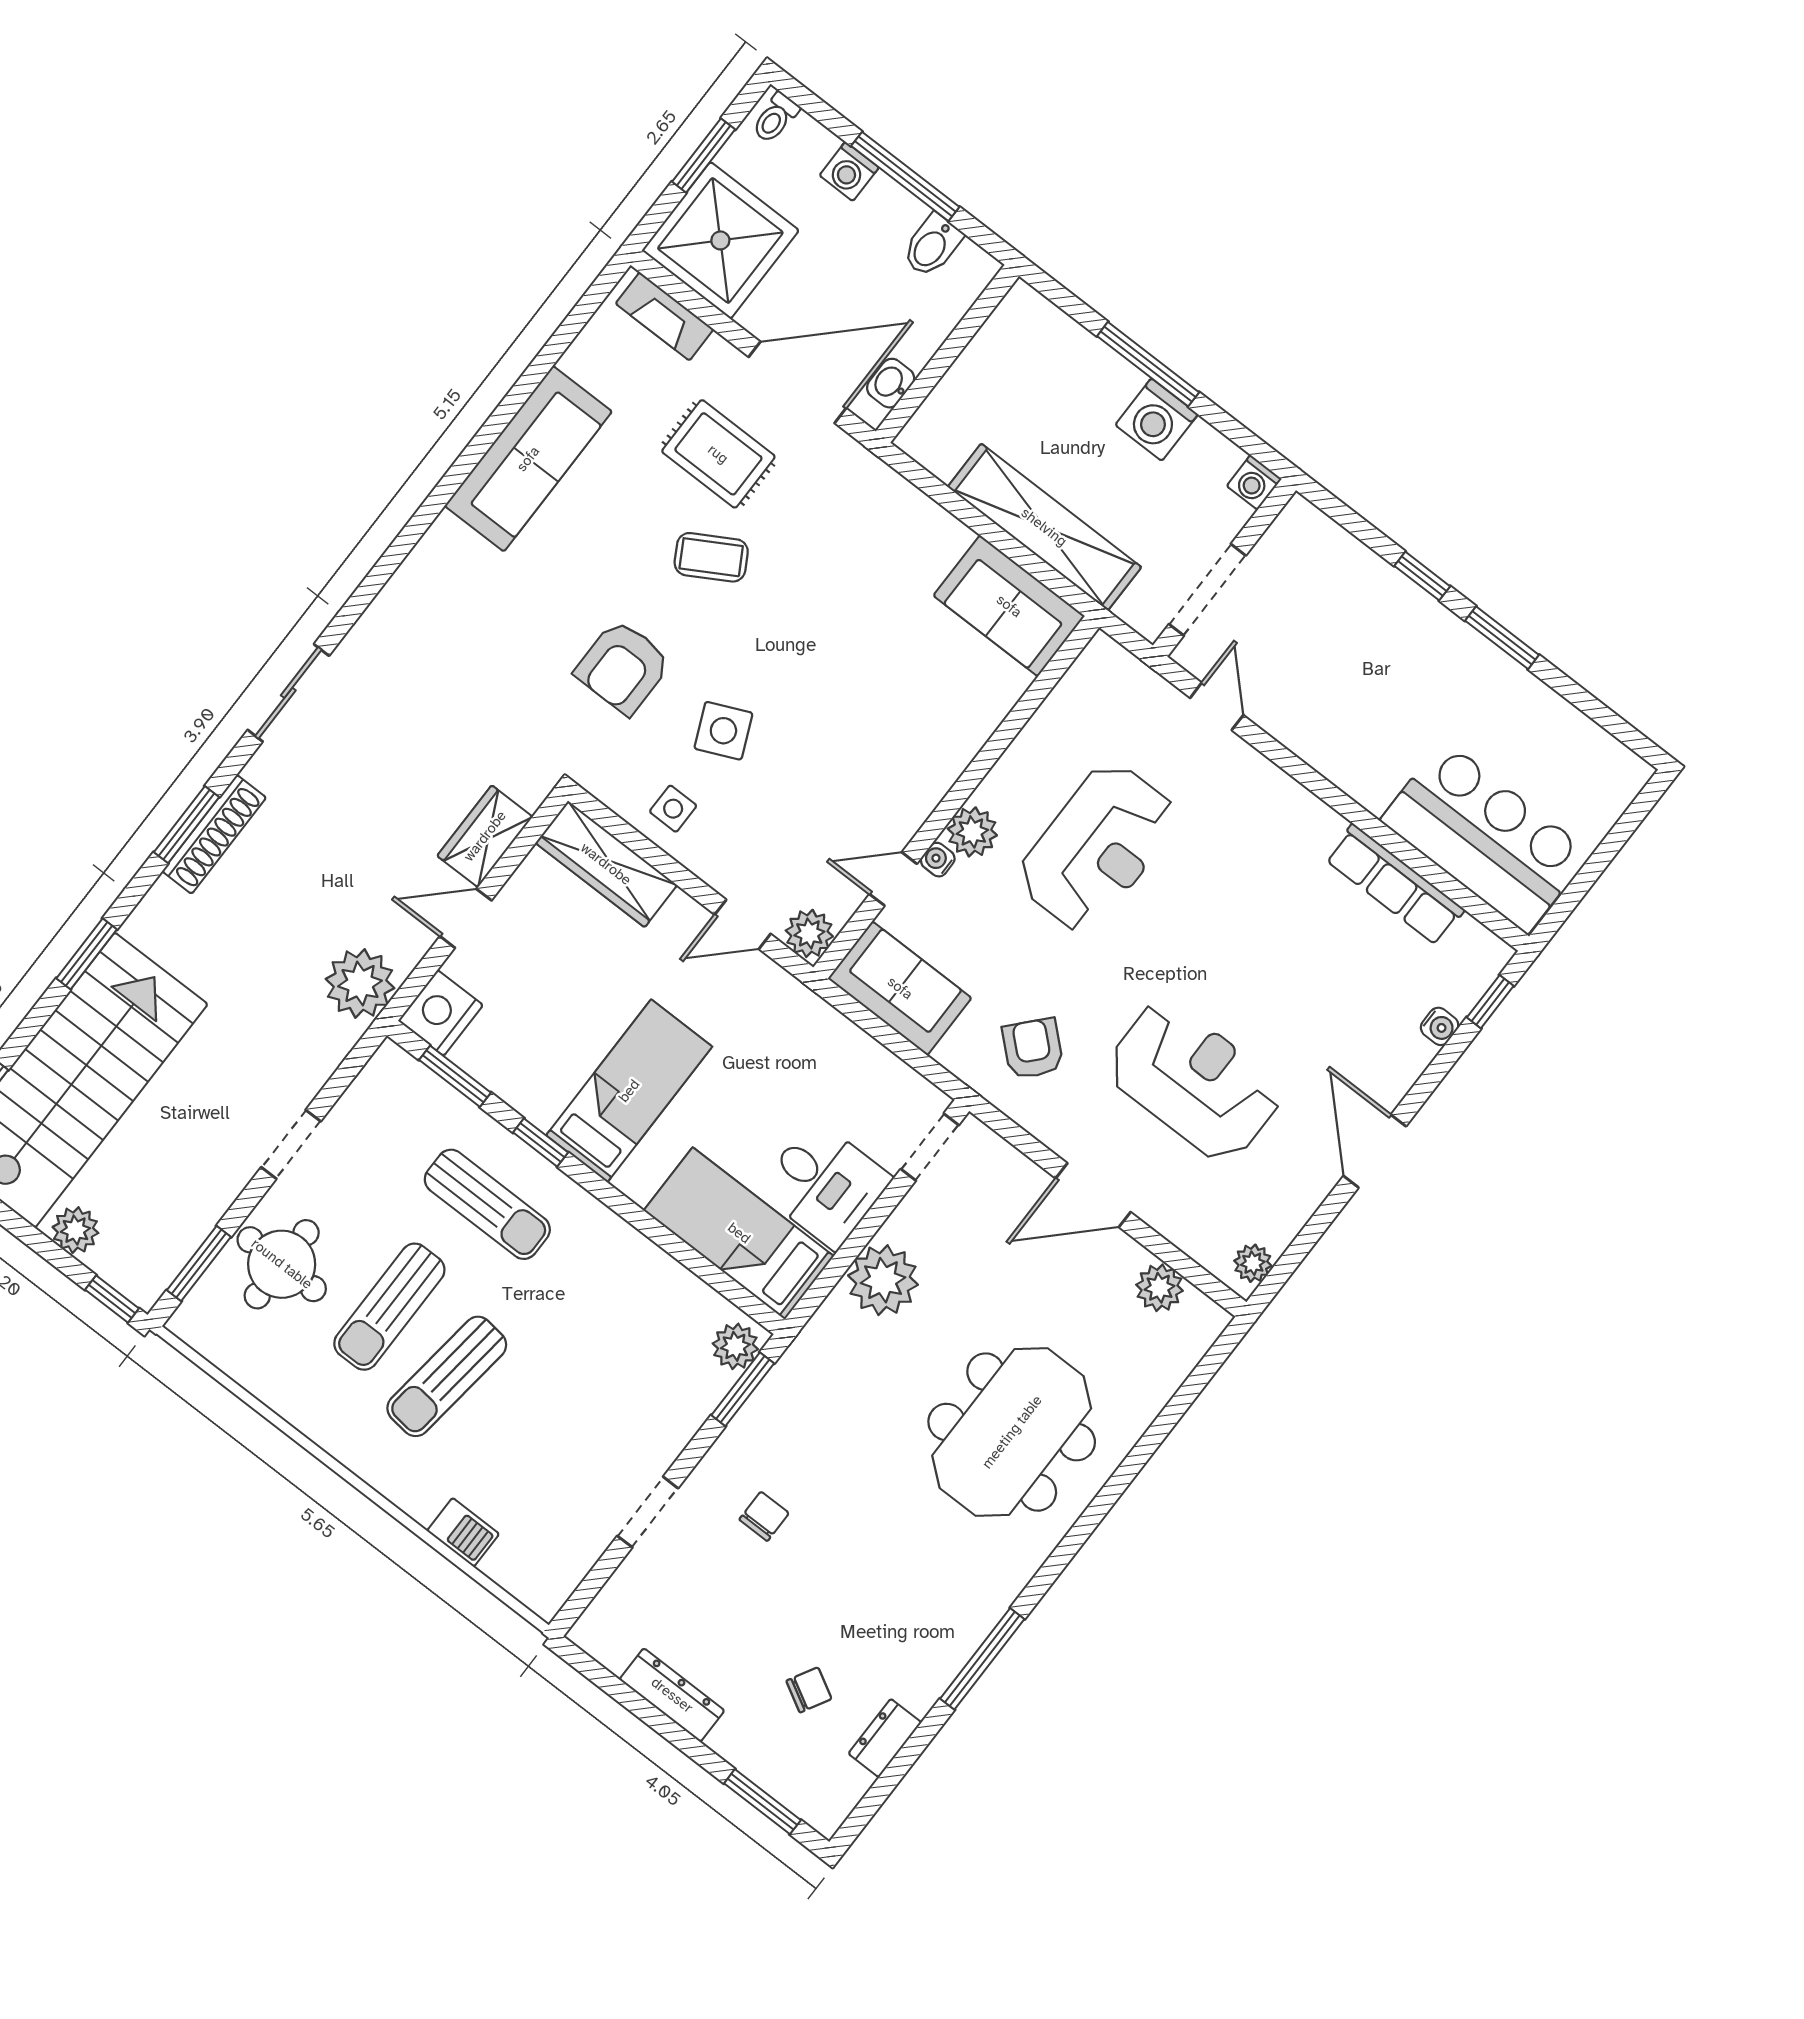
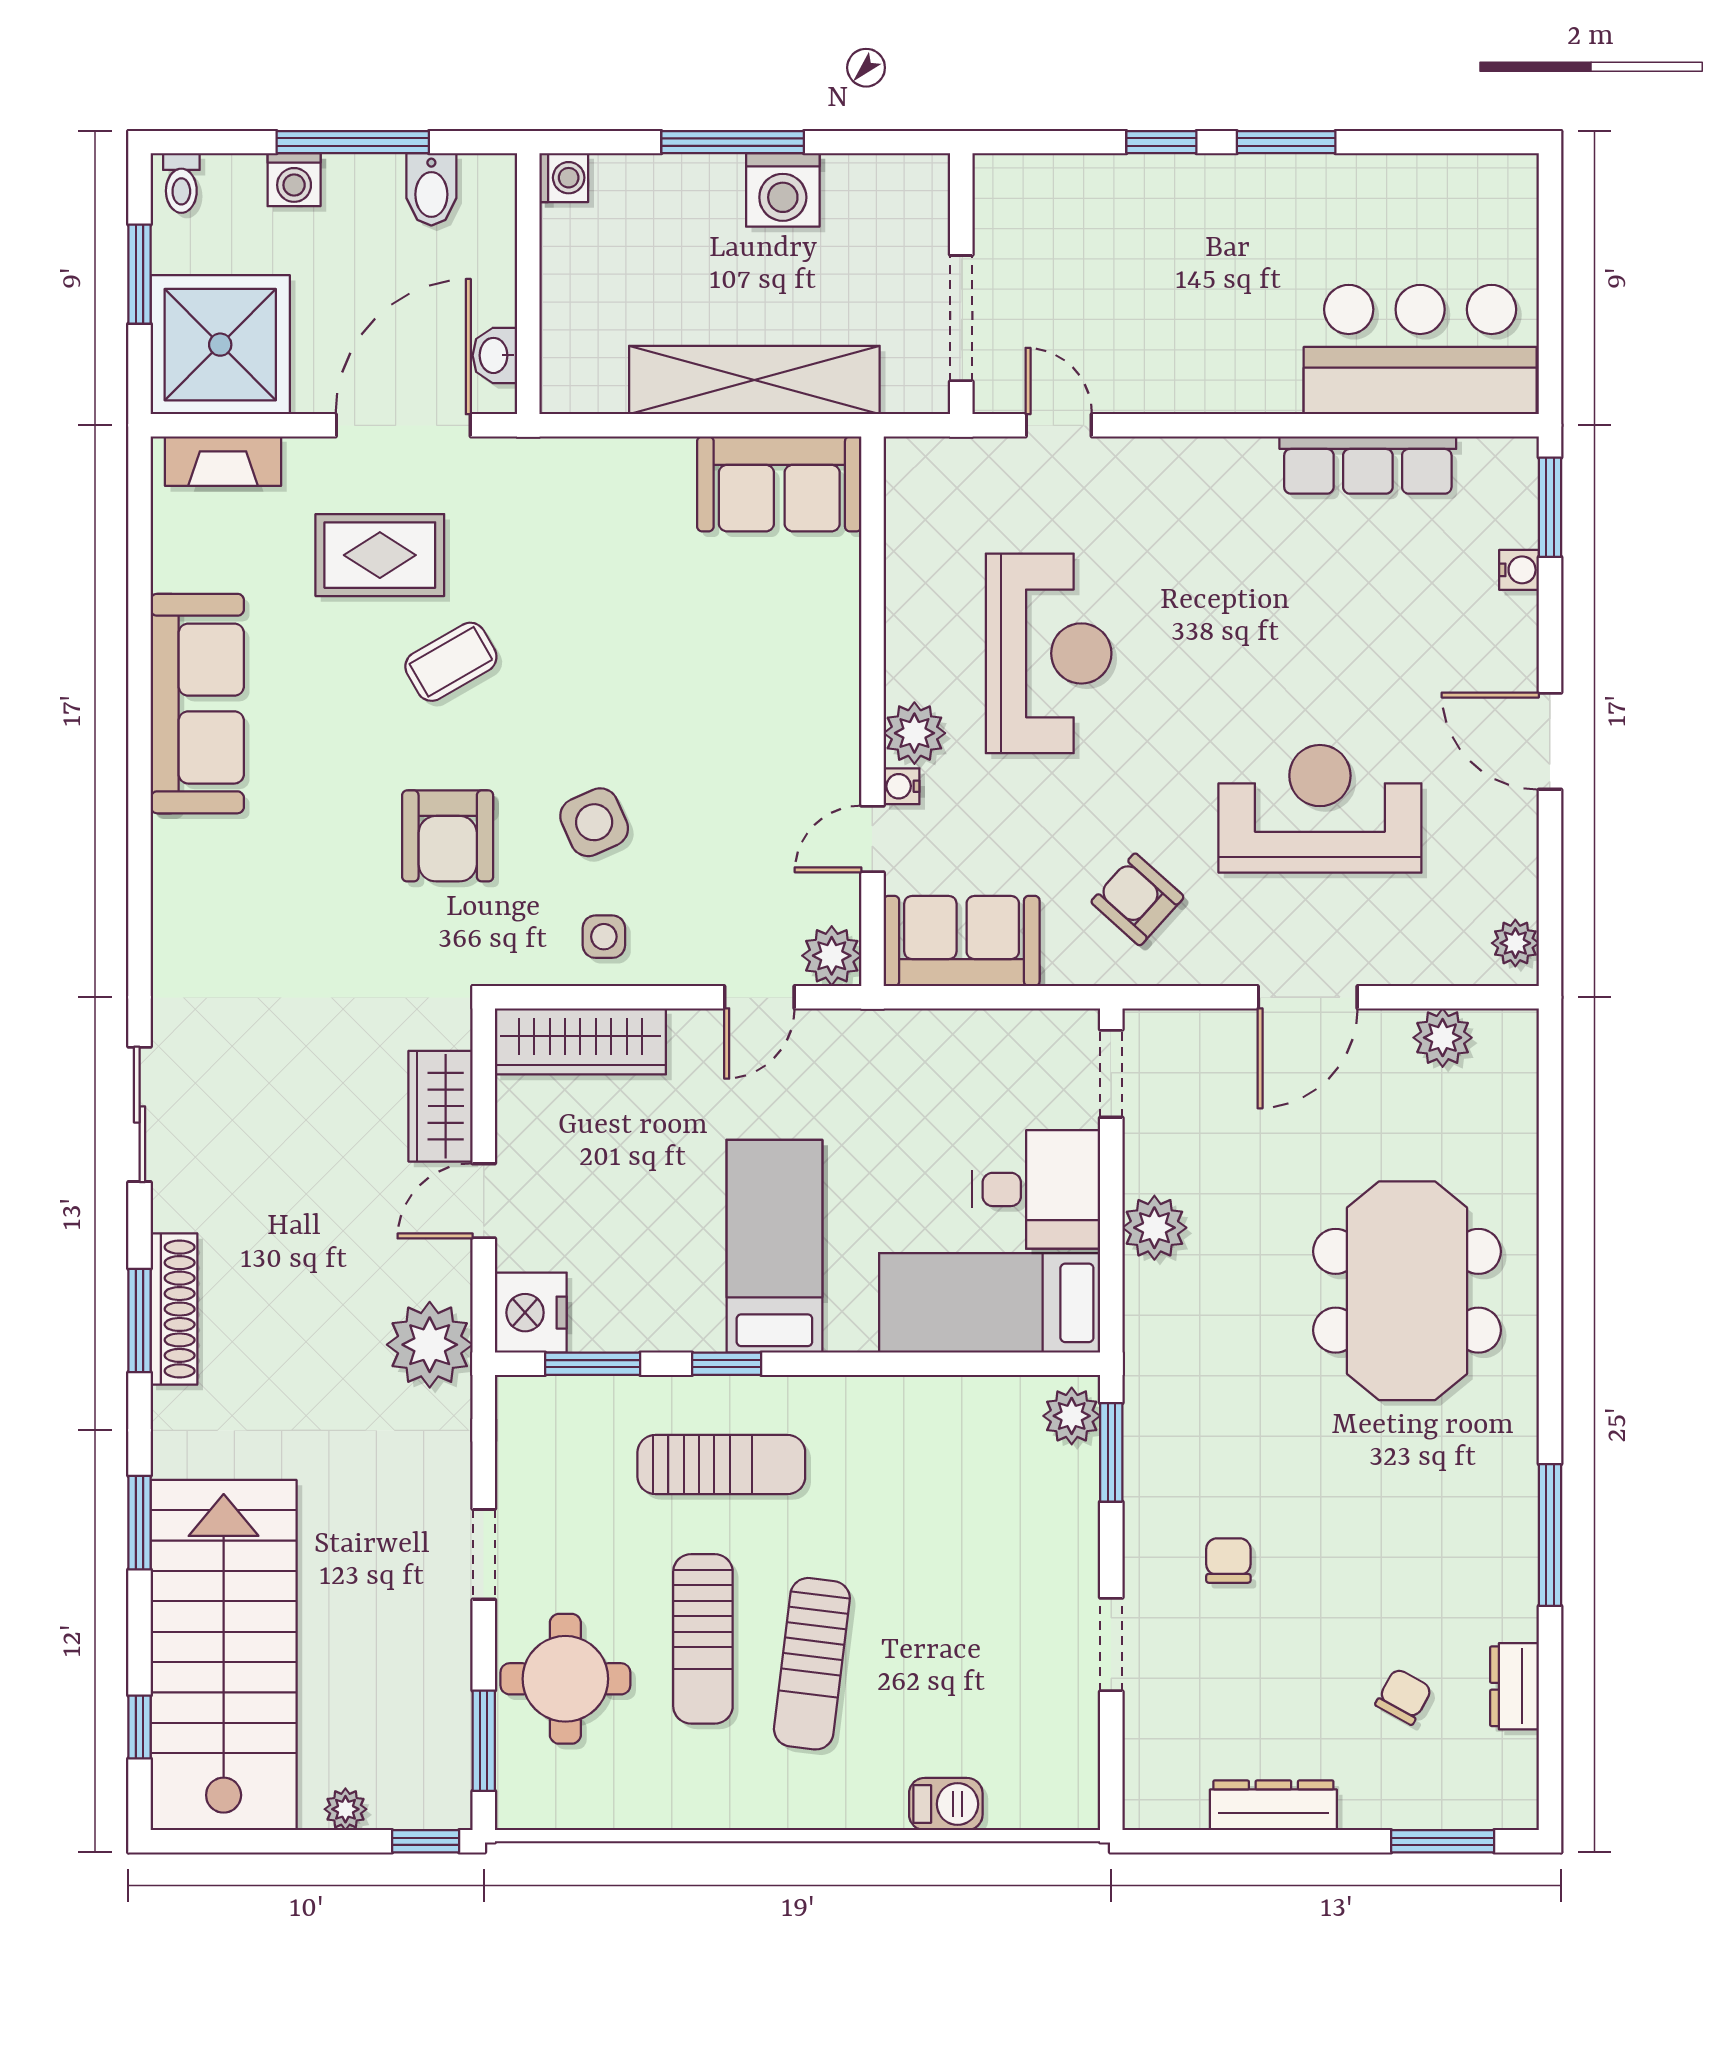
washing machine: (1254, 482) -> (564, 178), moved, turned -90
window: (1490, 1002) -> (1550, 507), width x1.50
plant: (75, 1230) -> (345, 1809), width x0.73, depth x0.73
plant: (883, 1280) -> (1154, 1228), width x0.73, depth x0.73

